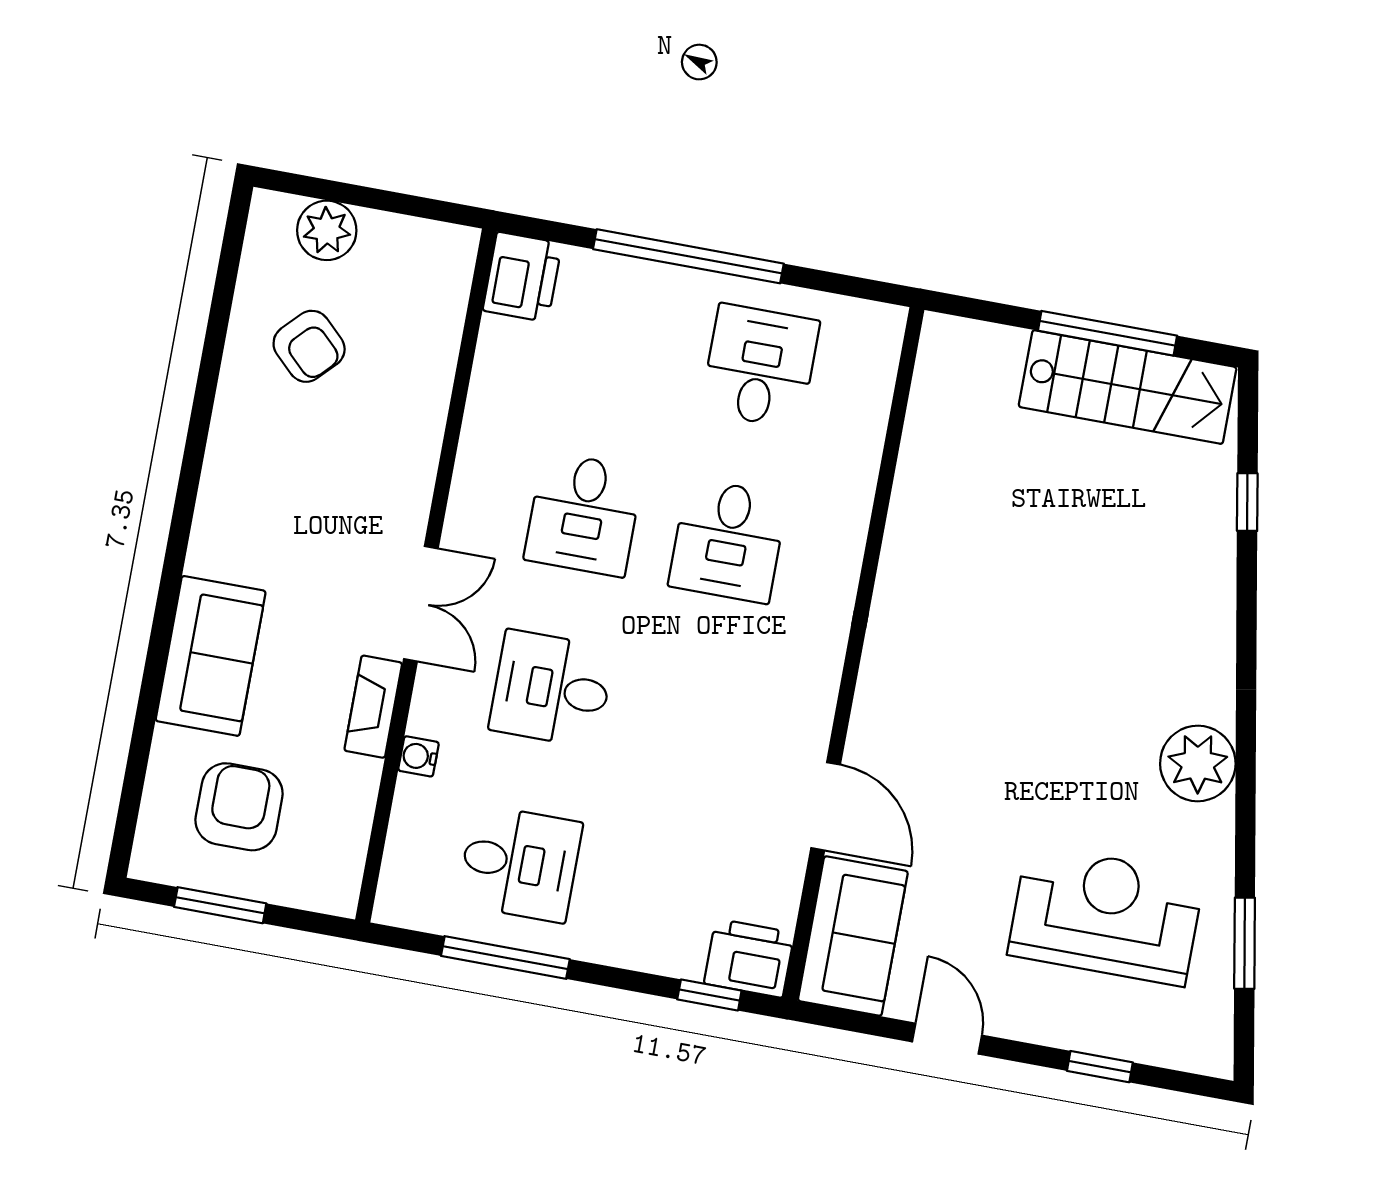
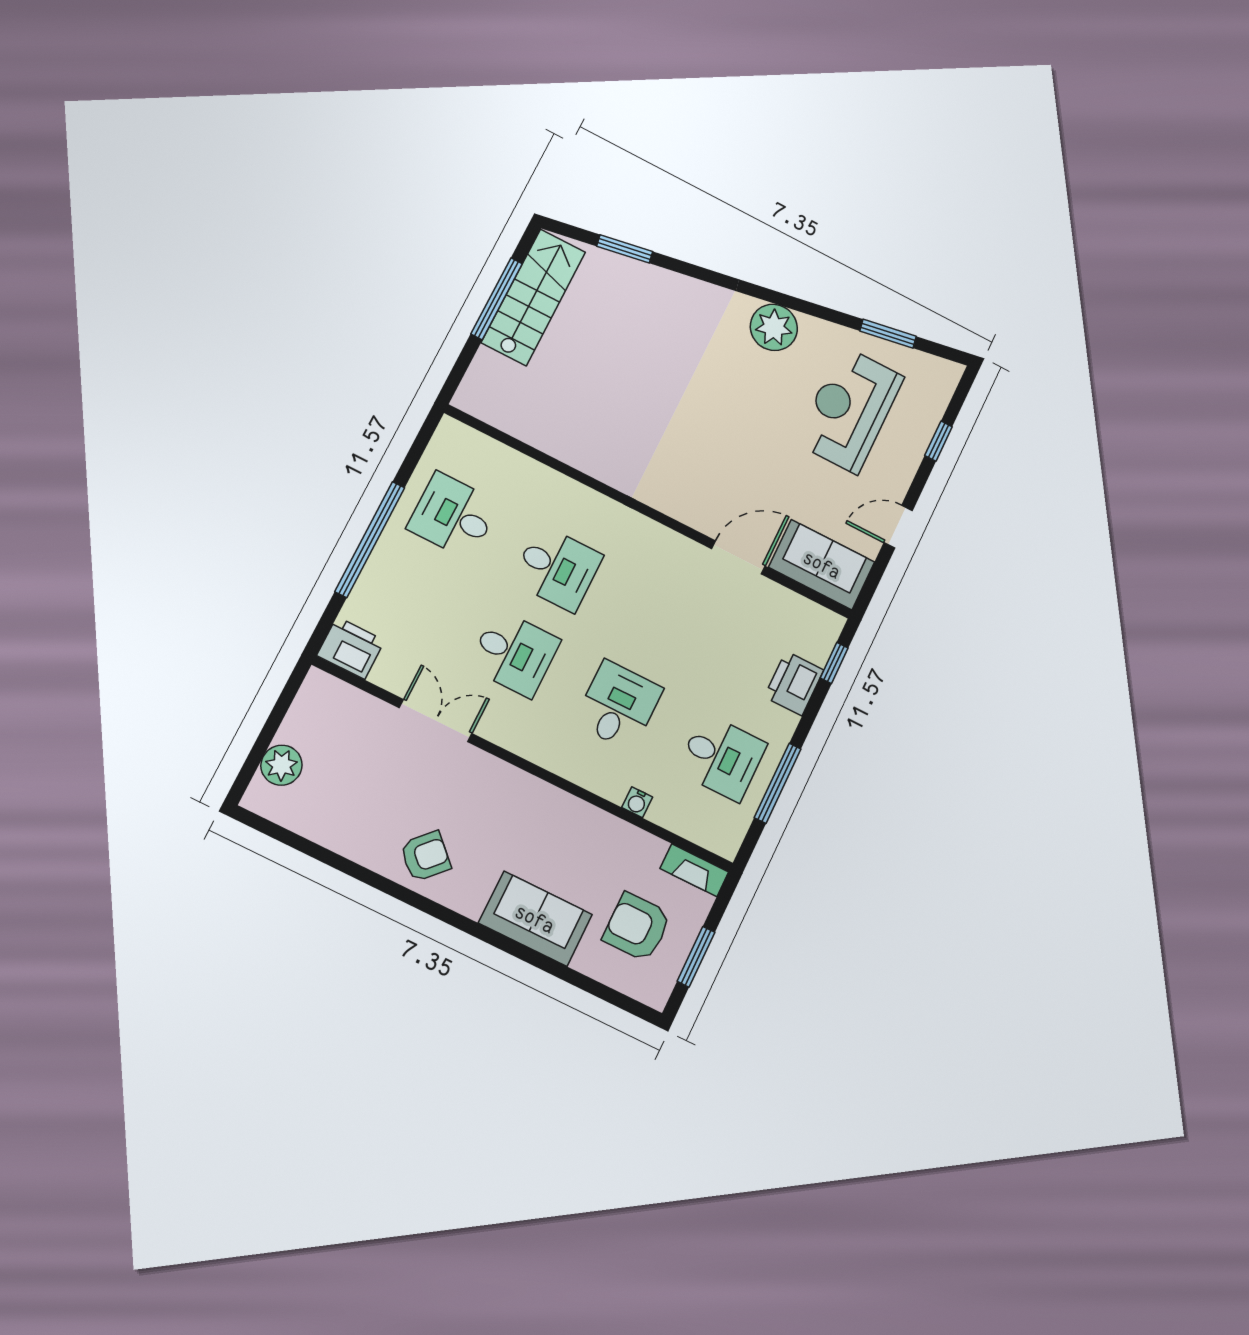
armchair: (309, 346) -> (425, 856), moved
window: (1247, 502) -> (625, 249), width x1.50
double door: (421, 604) -> (436, 721), moved
desk: (552, 689) -> (618, 706), turned 180
fireplace: (373, 707) -> (694, 870), moved
desk: (520, 863) -> (722, 757), turned 90
printer: (749, 958) -> (794, 683), moved

